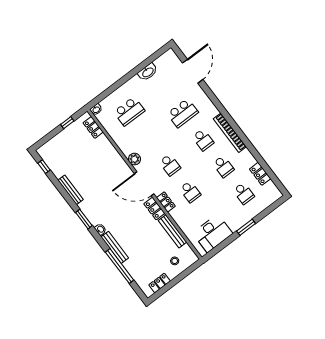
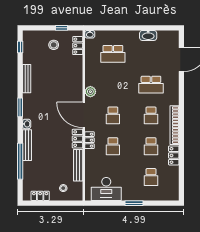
stool: (72, 143) -> (54, 45), added
locker: (260, 174) -> (174, 155), moved

